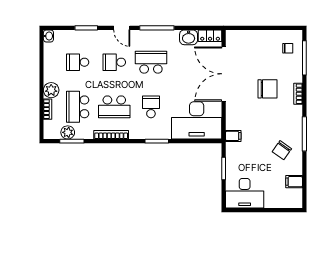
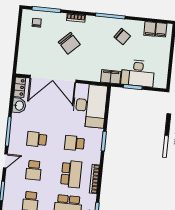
school desk: (151, 62) -> (37, 139), width x0.54
chair: (268, 89) -> (69, 43), turned 136
filing cabinet: (233, 136) -> (111, 77), width x2.00
desk: (245, 193) -> (138, 73), moved, turned 90
filing cabinet: (294, 195) -> (161, 30), added

